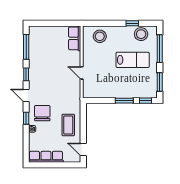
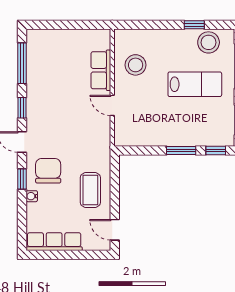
stool: (100, 36) -> (136, 65), moved
row of seats: (75, 38) -> (101, 70), moved

